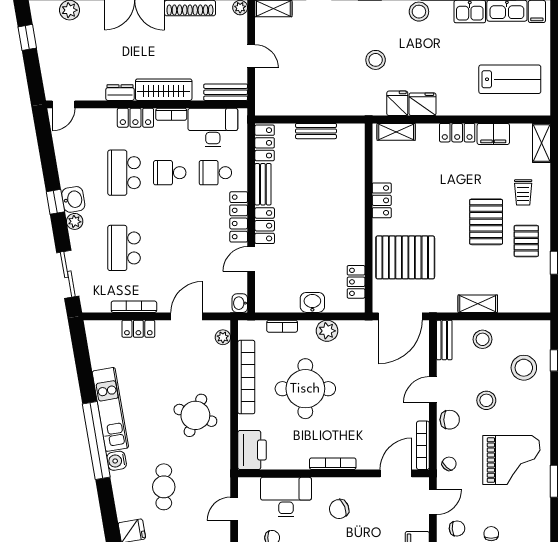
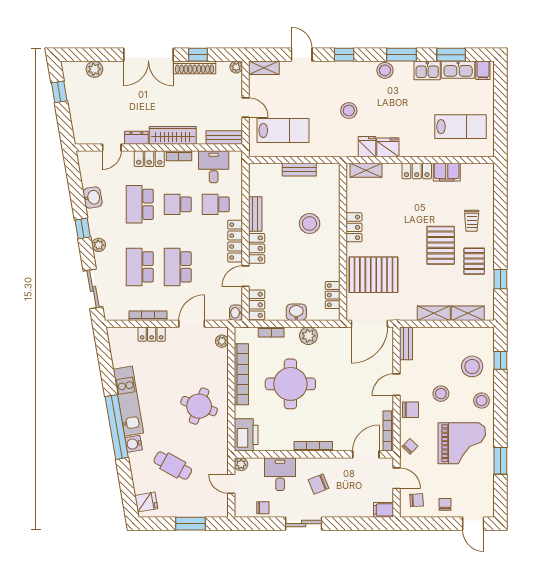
lab bench: (296, 84) -> (283, 130), added
door: (64, 104) -> (112, 147), moved
desk: (213, 128) -> (214, 167), width x0.73
locker: (265, 143) -> (257, 305), moved
shelving: (541, 143) -> (468, 313), moved, turned 90
stool: (328, 196) -> (310, 223), added
washbasin: (73, 199) -> (93, 198), moved
school desk: (170, 248) -> (178, 267), added
stool: (483, 339) -> (482, 401), moved
plant: (246, 485) -> (241, 464), added
cafe table: (164, 487) -> (173, 466), turned -61
desk: (286, 497) -> (280, 474), width x0.73
door: (433, 502) -> (397, 478), hinge flipped
door: (234, 509) -> (231, 484), hinge flipped

